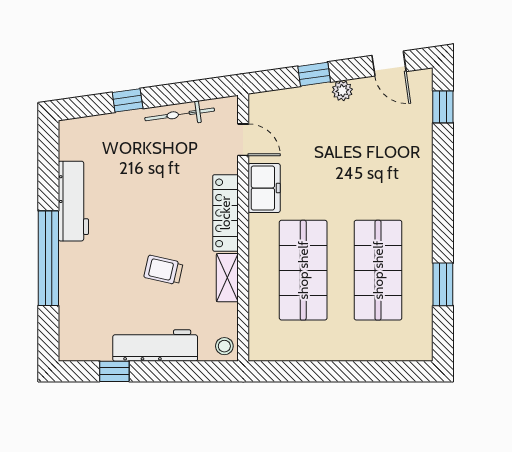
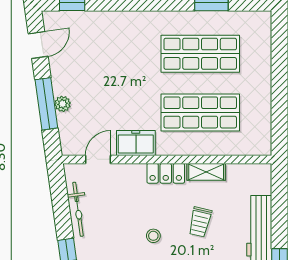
window: (314, 74) -> (46, 104), width x2.17
plant: (342, 91) -> (63, 104), moved
locker: (225, 213) -> (166, 173), width x0.66
stool: (224, 346) -> (153, 236), moved

